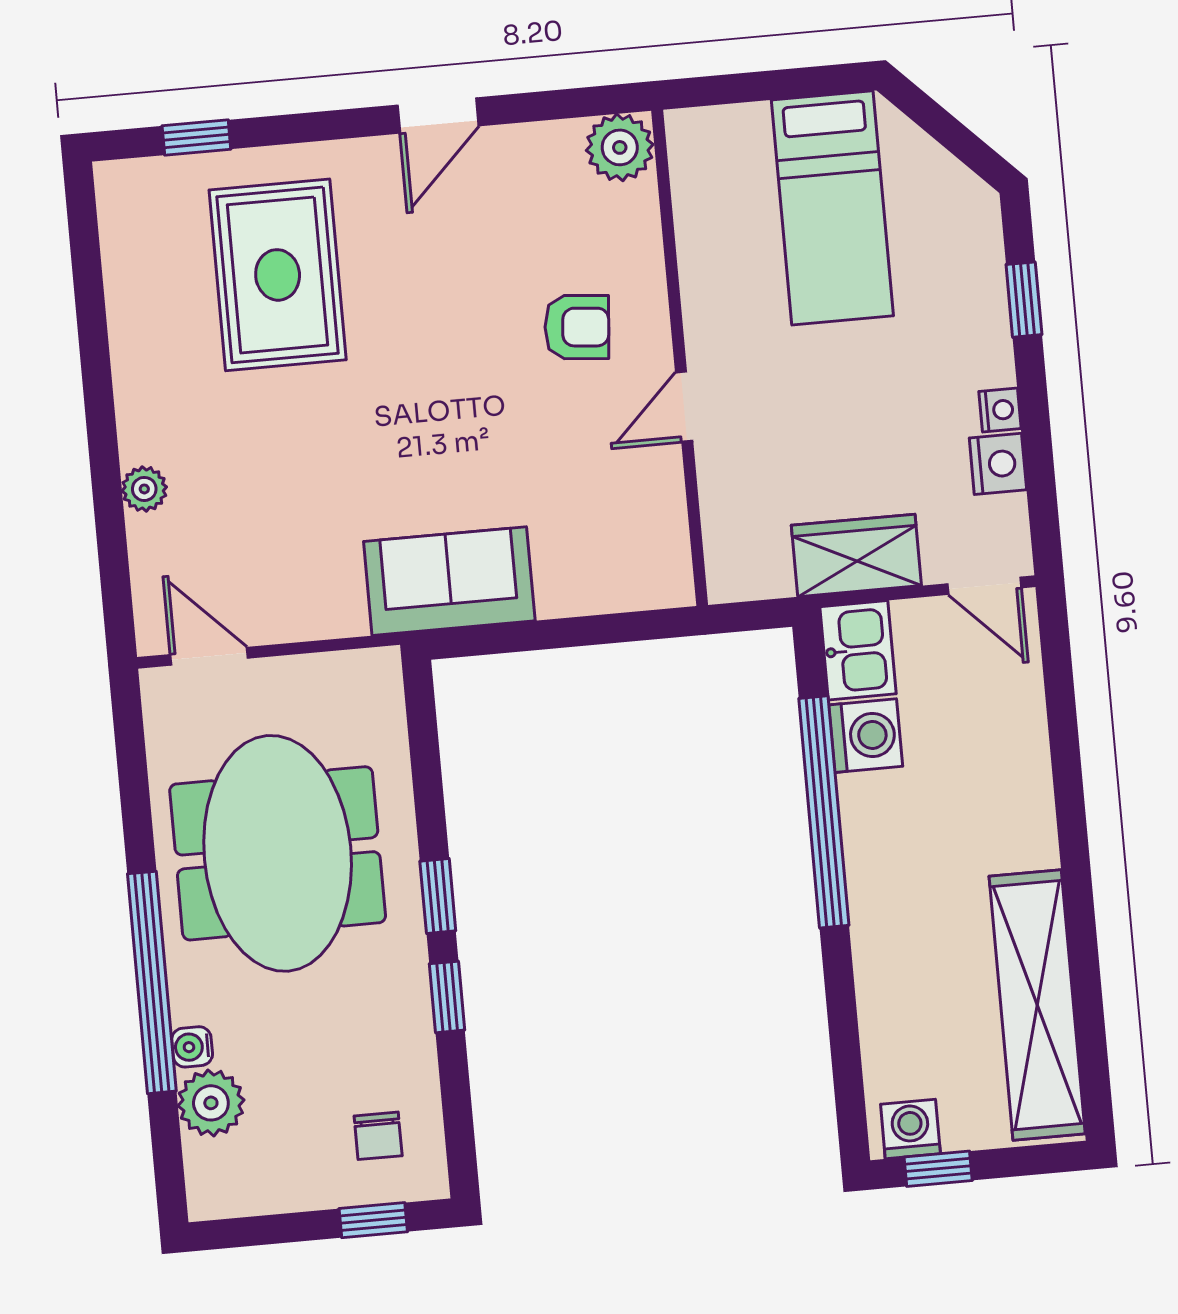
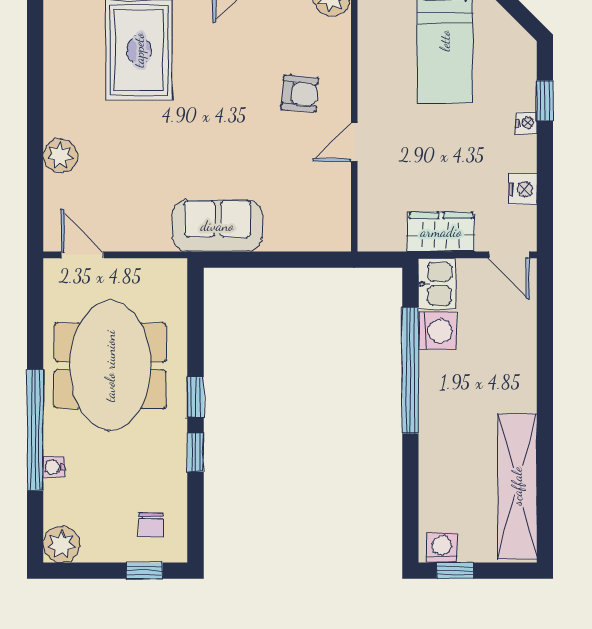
nightstand: (1000, 410) -> (526, 123), moved
plant: (144, 489) -> (60, 156), width x1.38, depth x1.38
plant: (211, 1103) -> (61, 544), moved

